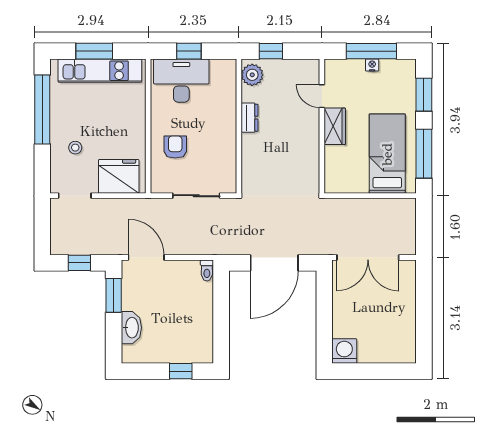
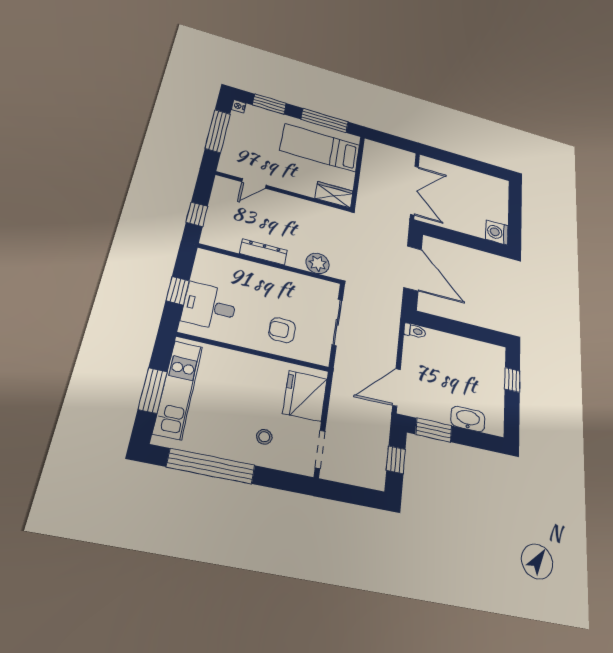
nightstand: (372, 65) -> (239, 106), moved
plant: (252, 75) -> (318, 263), moved
desk: (181, 81) -> (209, 306), width x0.73
dresser: (250, 118) -> (263, 252), width x1.44
wardrobe: (335, 126) -> (334, 195), moved

